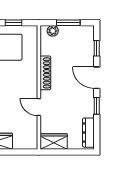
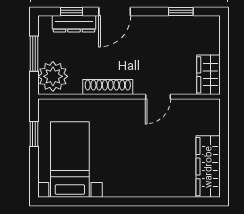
plant: (53, 31) -> (53, 76), width x1.88, depth x1.88
window: (97, 106) -> (181, 11), moved
dresser: (88, 133) -> (74, 24), moved

